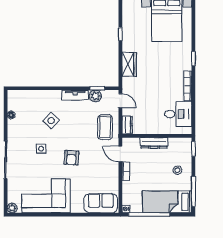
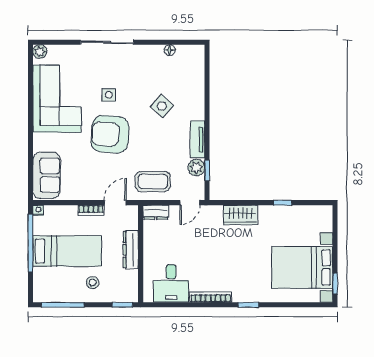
side table: (41, 149) -> (109, 95), moved
armchair: (71, 158) -> (110, 134), width x1.88, depth x1.88
bed: (167, 202) -> (67, 251), moved, turned 90

